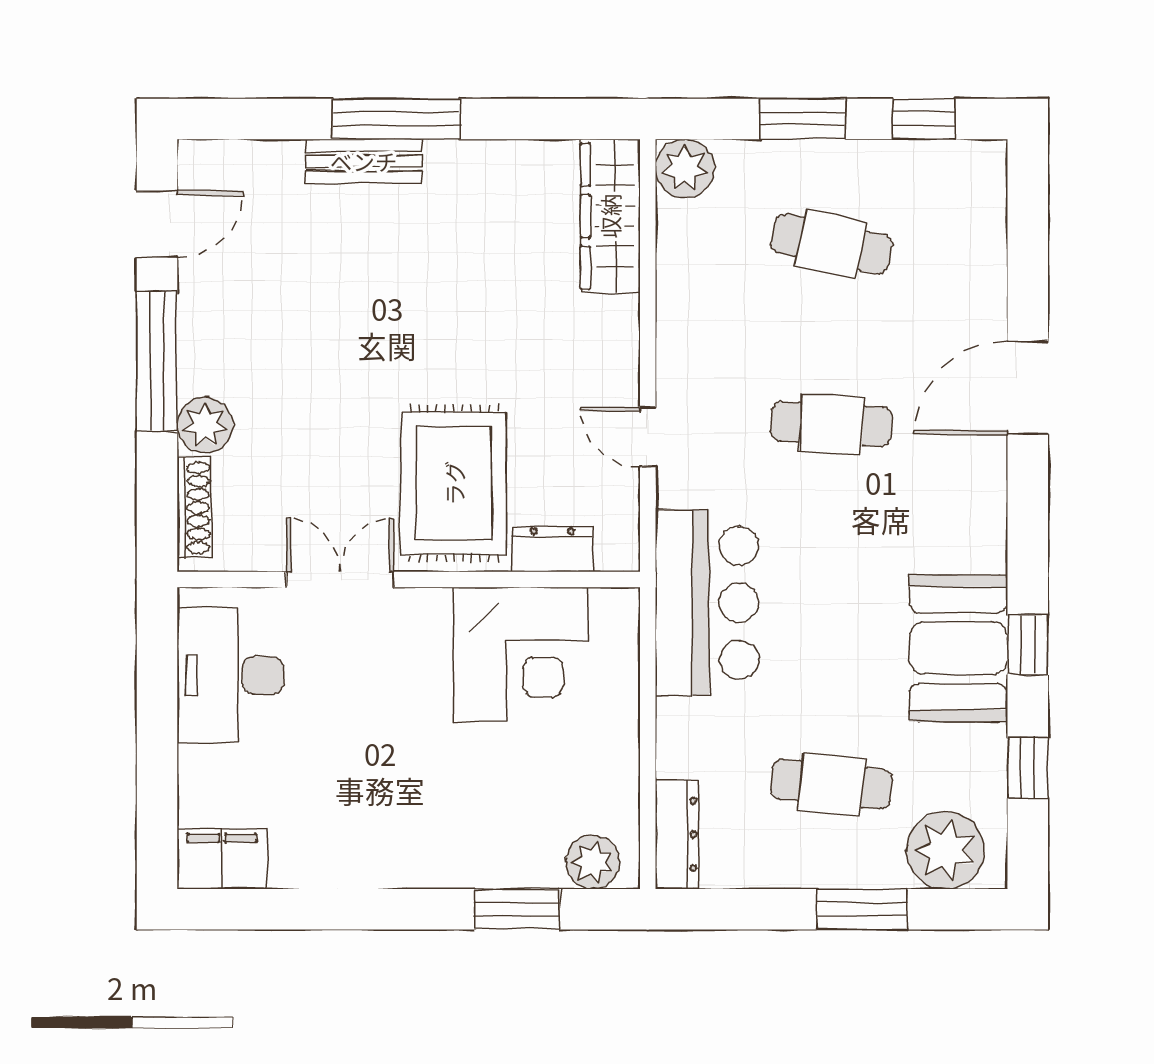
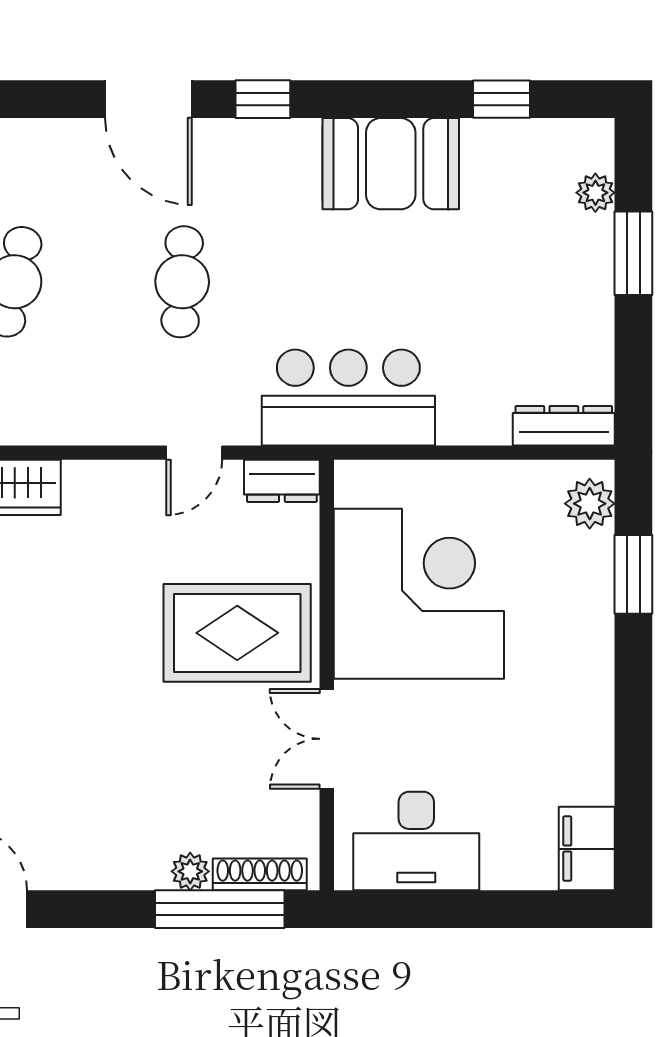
window: (157, 361) -> (220, 909), moved
plant: (205, 425) -> (190, 871), width x0.73, depth x0.73
dresser: (552, 549) -> (282, 481), moved, turned -90
window: (1028, 645) -> (263, 99), moved
corner desk: (520, 654) -> (419, 594), width x1.36, depth x1.36
cafe table: (831, 784) -> (517, 282), removed
plant: (945, 850) -> (595, 193), width x0.53, depth x0.53

